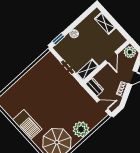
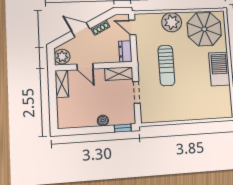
shelving: (105, 23) -> (62, 84), moved
door: (111, 57) -> (85, 67), swing flipped
sun lounger: (62, 99) -> (166, 66), added

